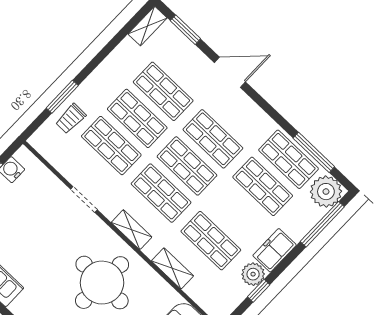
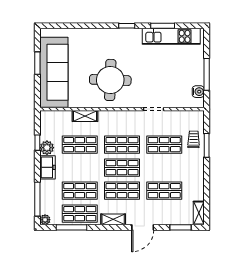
shop shelf: (137, 118) -> (164, 168), removed
plant: (326, 192) -> (45, 220), width x0.53, depth x0.53
shelving: (132, 230) -> (113, 219), moved

